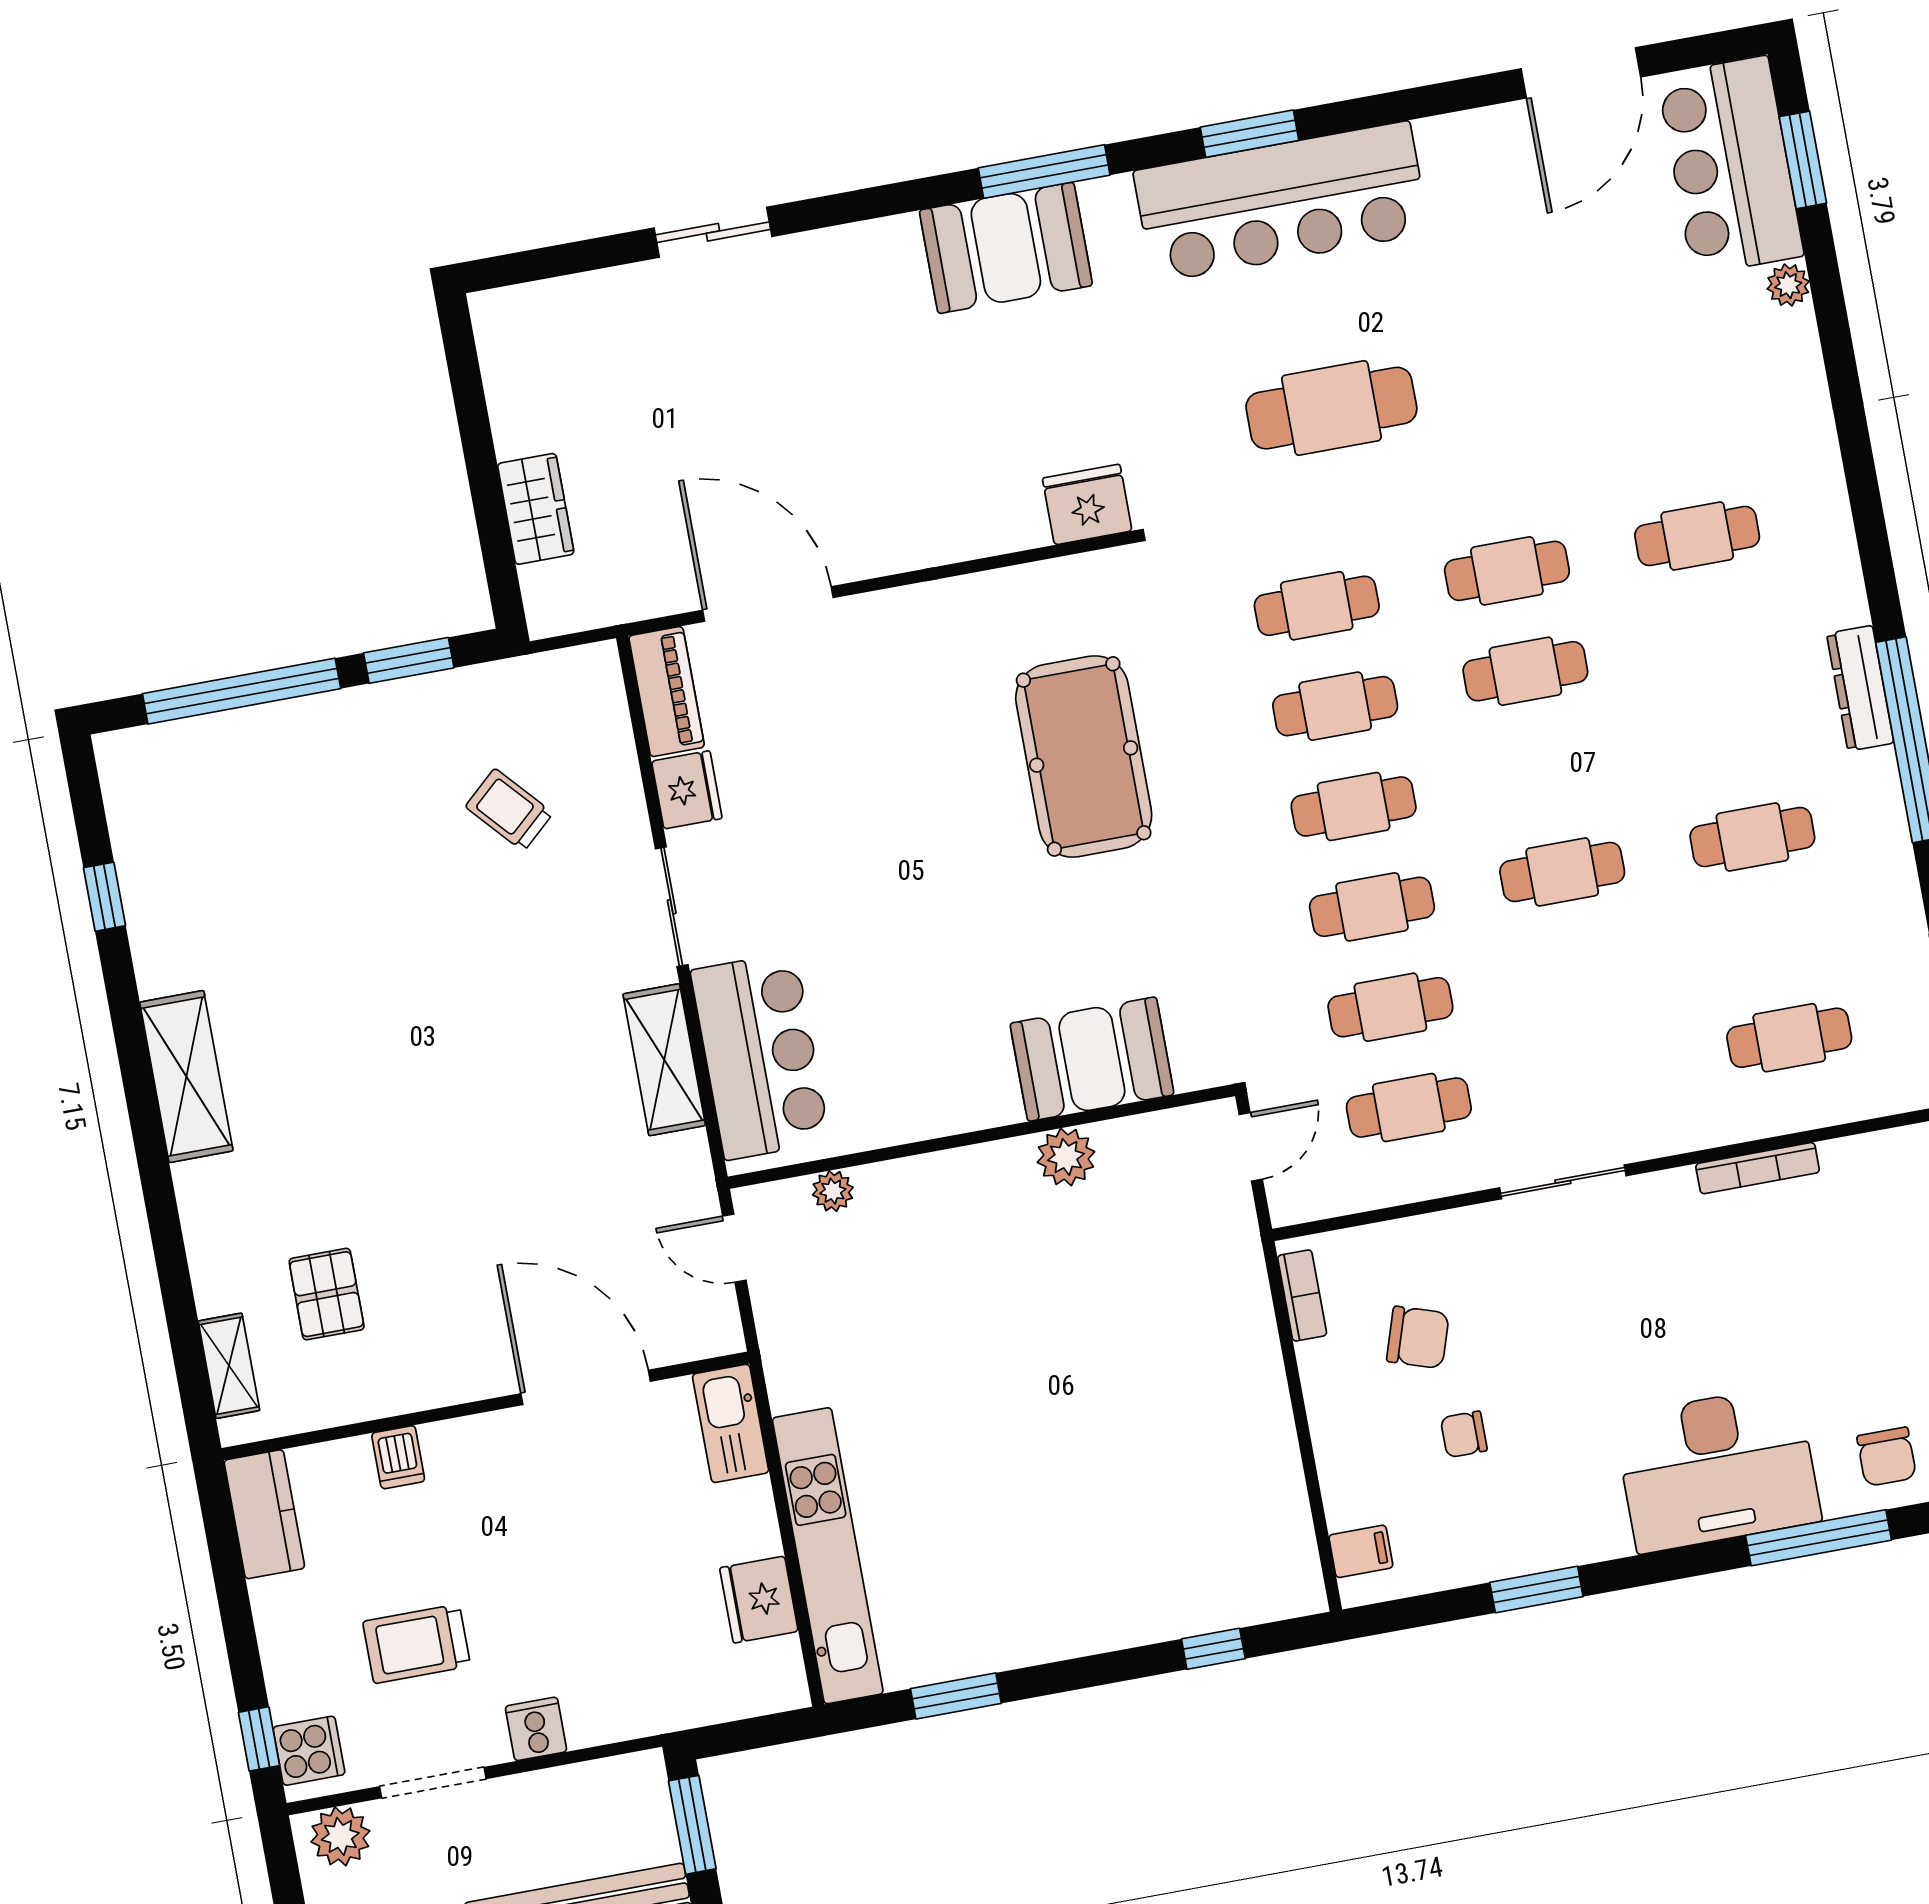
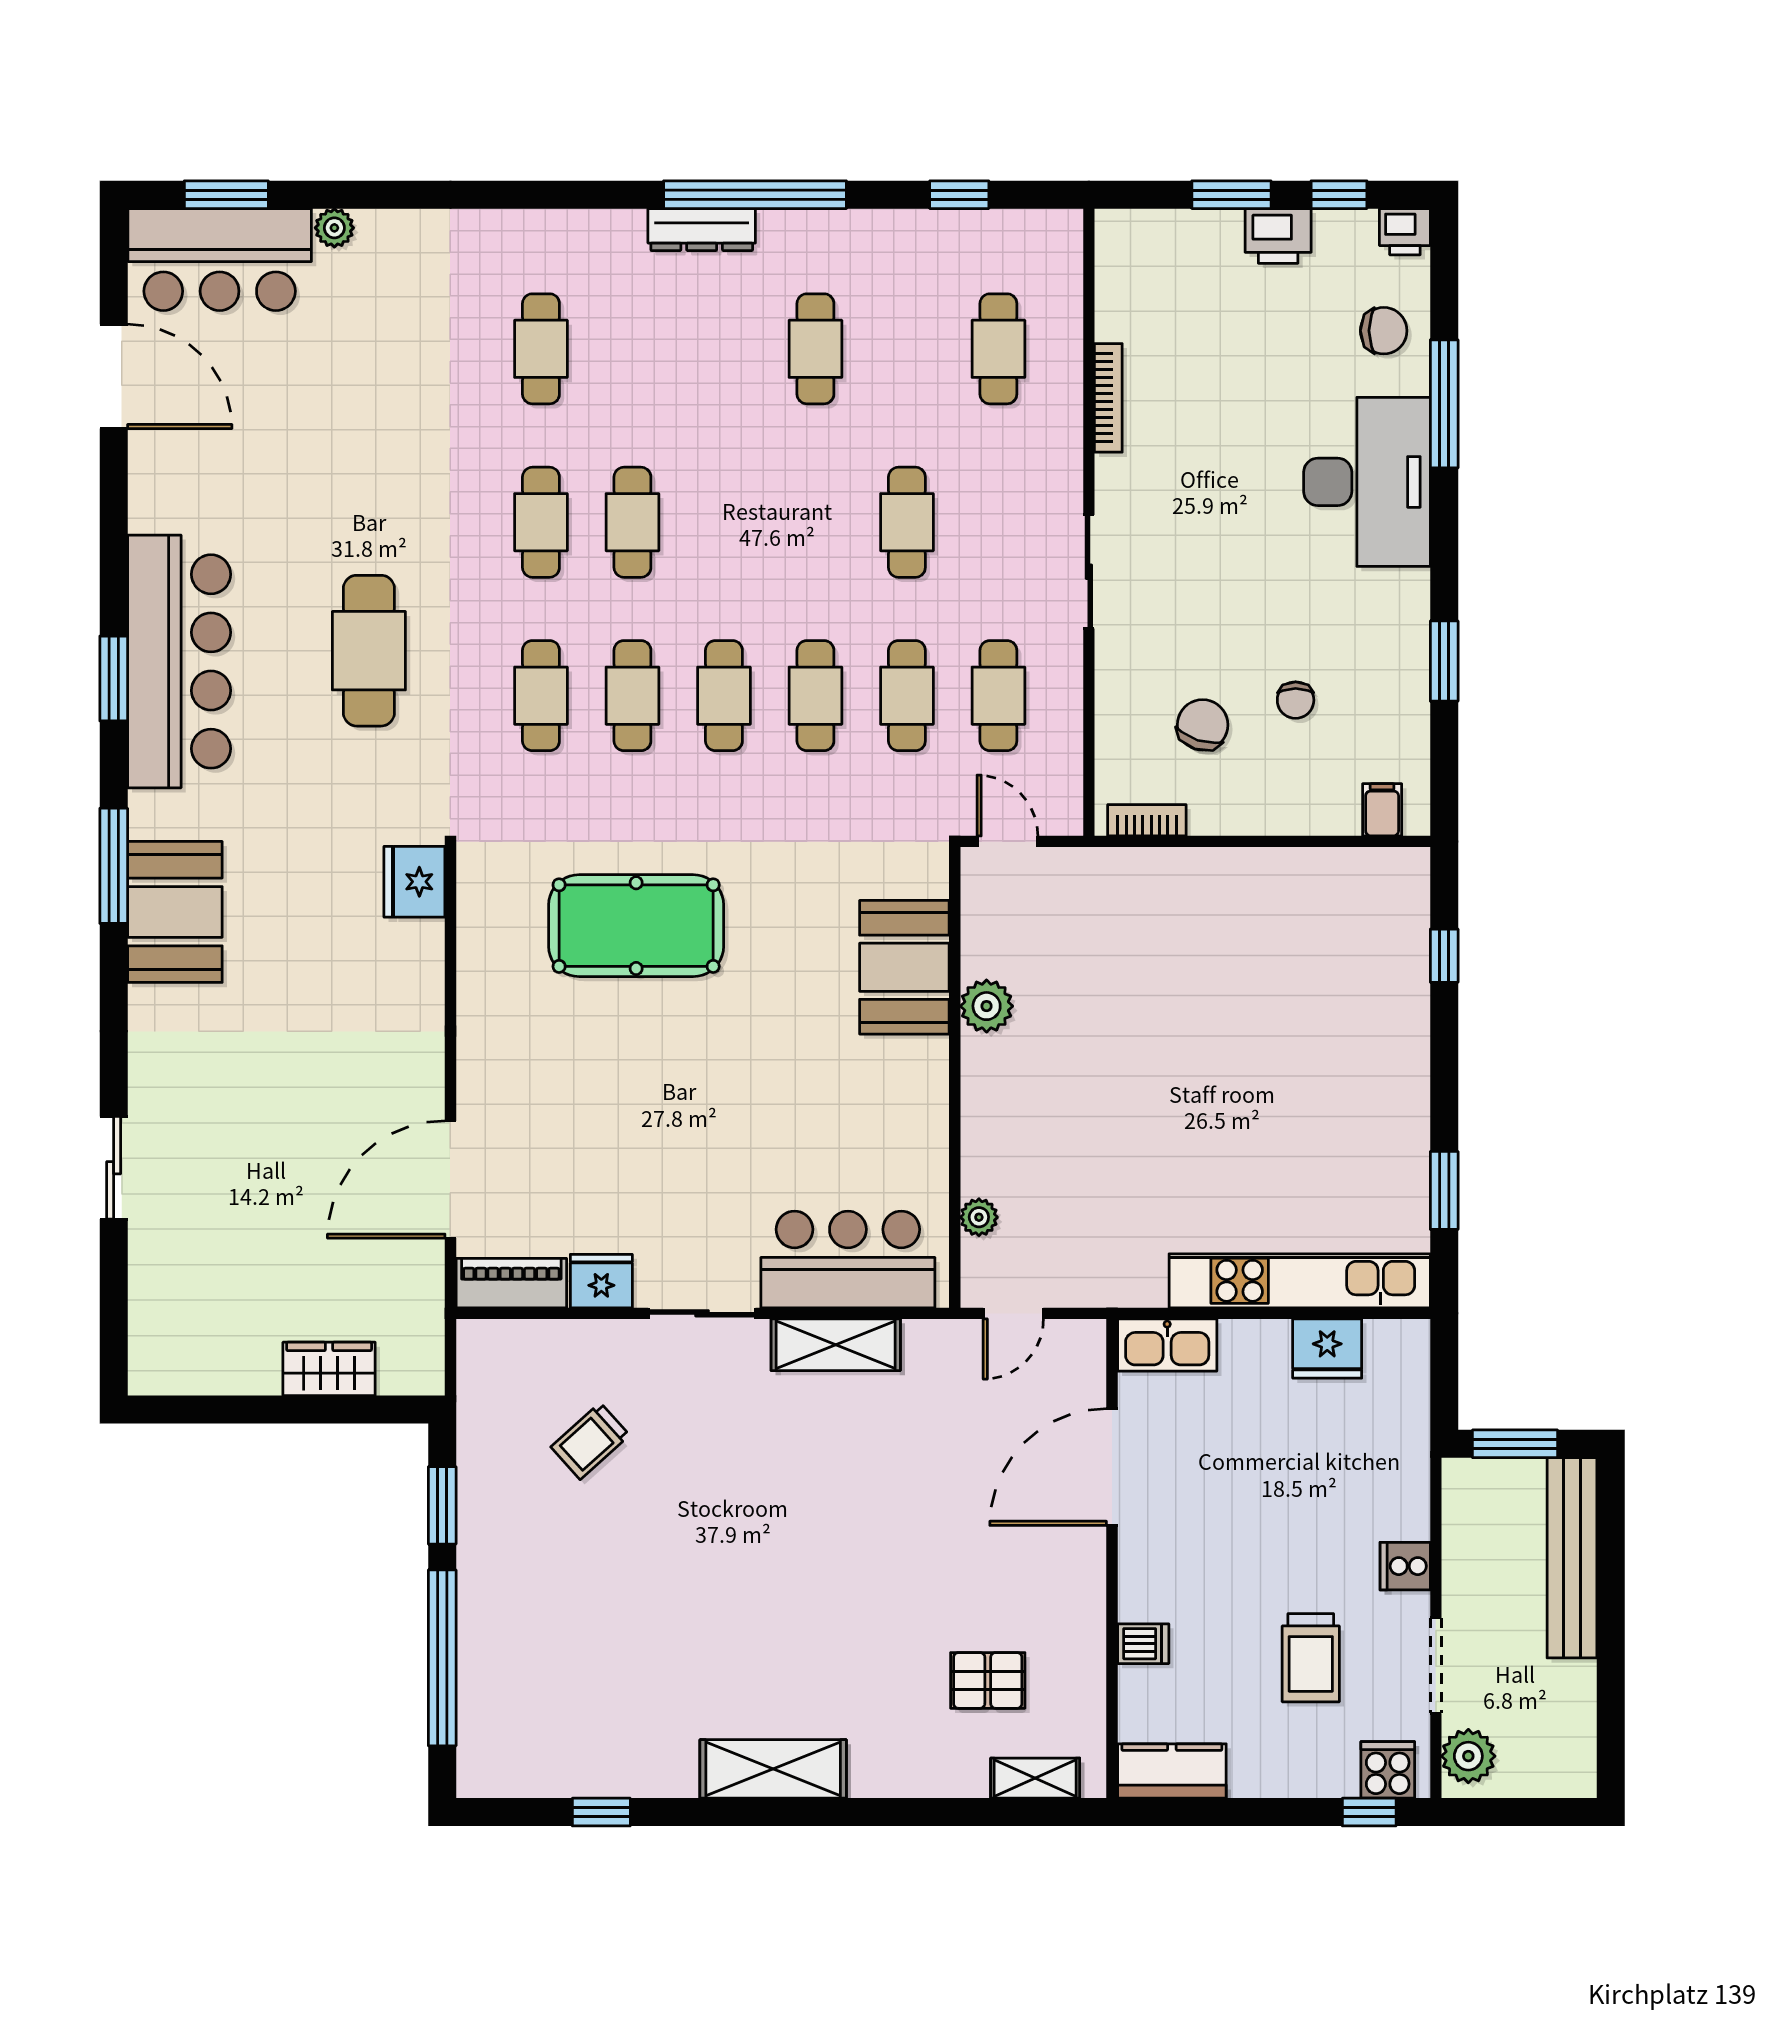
cafe table: (1562, 872) -> (907, 522), moved

